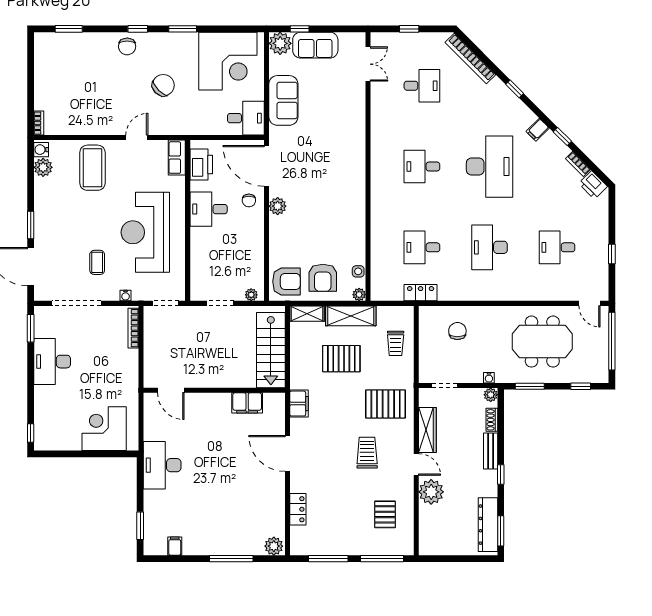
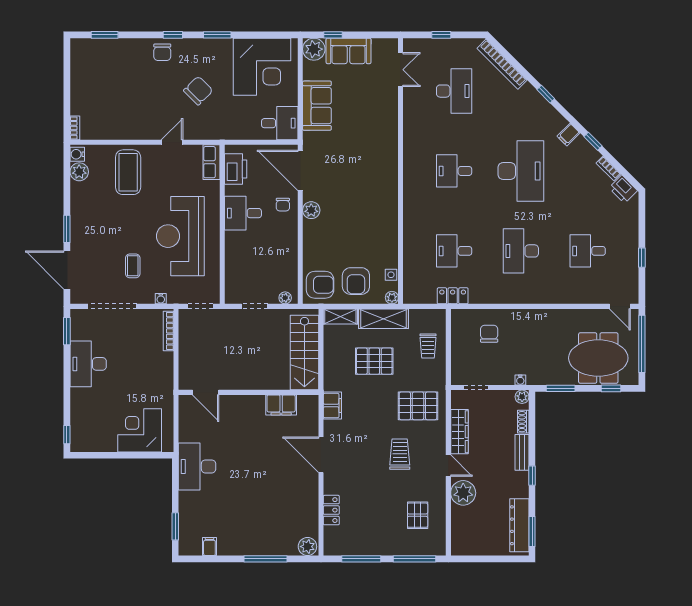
desk: (422, 86) -> (454, 91), width x1.37
meeting table: (542, 342) -> (598, 358), moved

